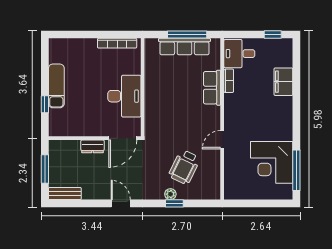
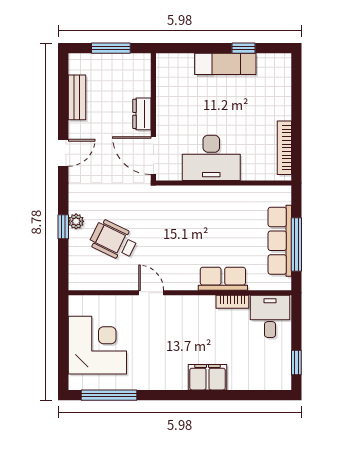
filing cabinet: (283, 82) -> (208, 377), moved
window: (45, 104) -> (243, 48), moved
corner desk: (272, 162) -> (97, 345), moved, turned 90
bench: (65, 194) -> (77, 97), moved

